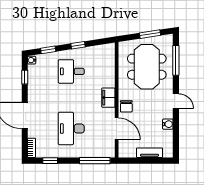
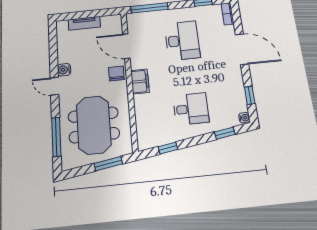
window: (150, 34) -> (108, 164), moved
window: (78, 45) -> (168, 148), moved
water cooler: (168, 124) -> (64, 70), moved

